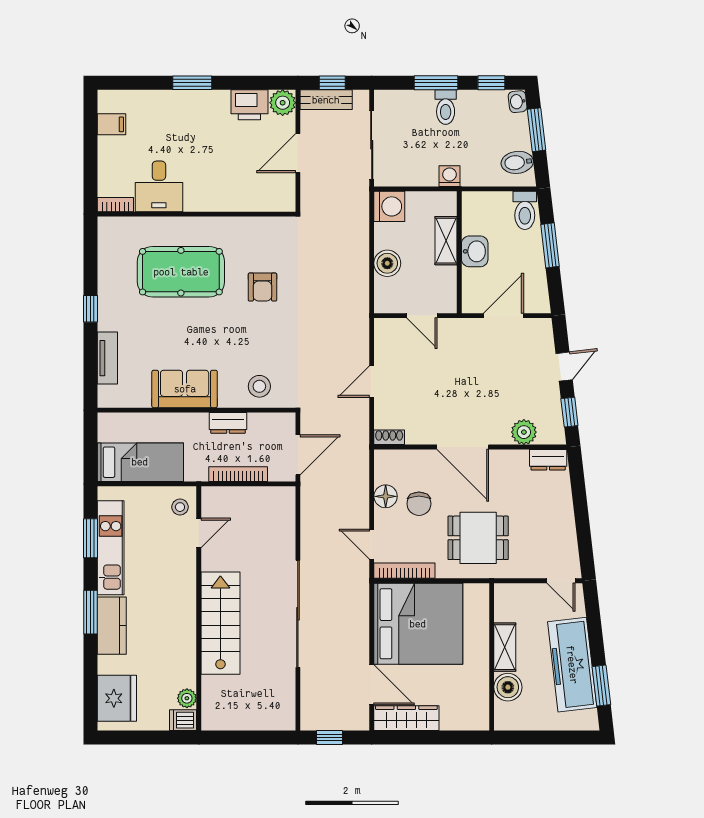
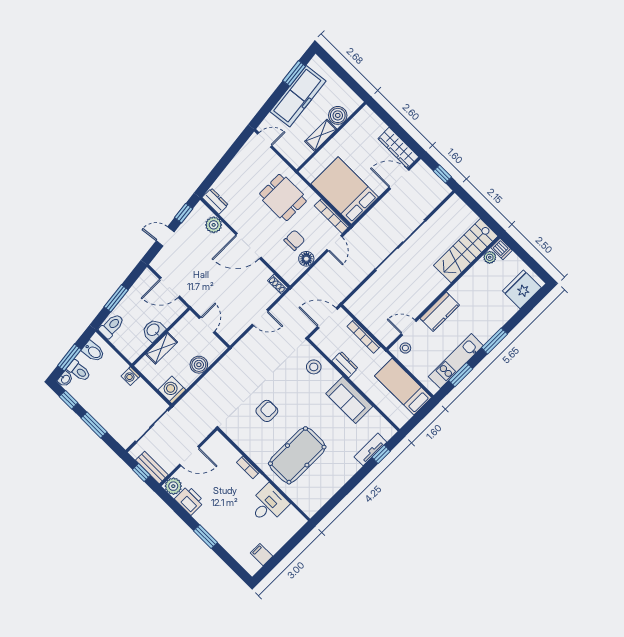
toilet: (446, 107) -> (79, 371), moved, turned 83
bookcase: (115, 205) -> (248, 467), moved
pool table: (181, 272) -> (297, 455), turned 90
window: (90, 309) -> (381, 454), moved
door: (463, 447) -> (248, 246), swing flipped
door: (561, 581) -> (265, 140), hinge flipped
stairs: (220, 623) -> (466, 251), moved
bed: (418, 624) -> (345, 190), width x0.73
kitchen counter: (112, 626) -> (440, 312), moved, turned 180
door: (372, 685) -> (399, 179), hinge flipped

